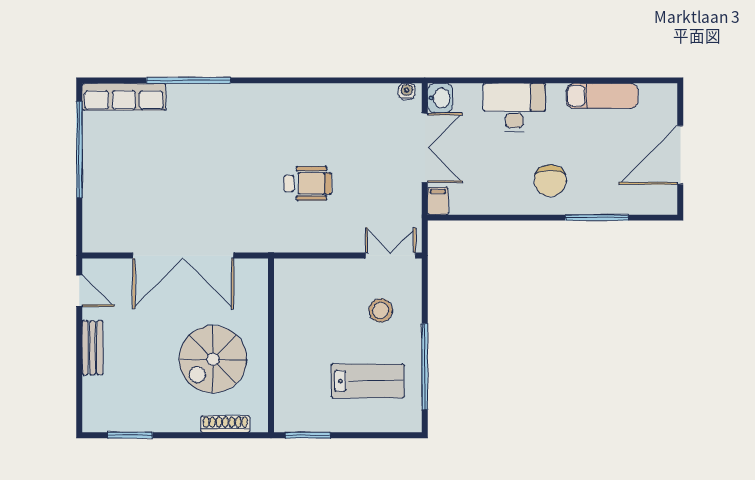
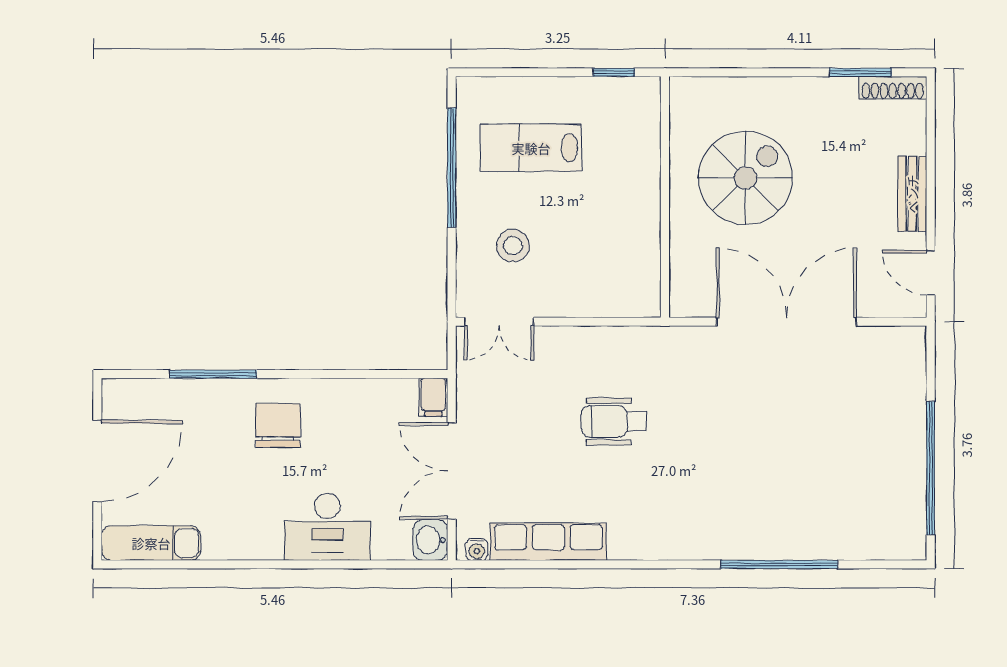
exam couch: (602, 96) -> (151, 543), moved
row of seats: (124, 97) -> (548, 542), moved
shoe rack: (225, 424) -> (893, 88), moved
window: (308, 435) -> (614, 72), width x0.67

